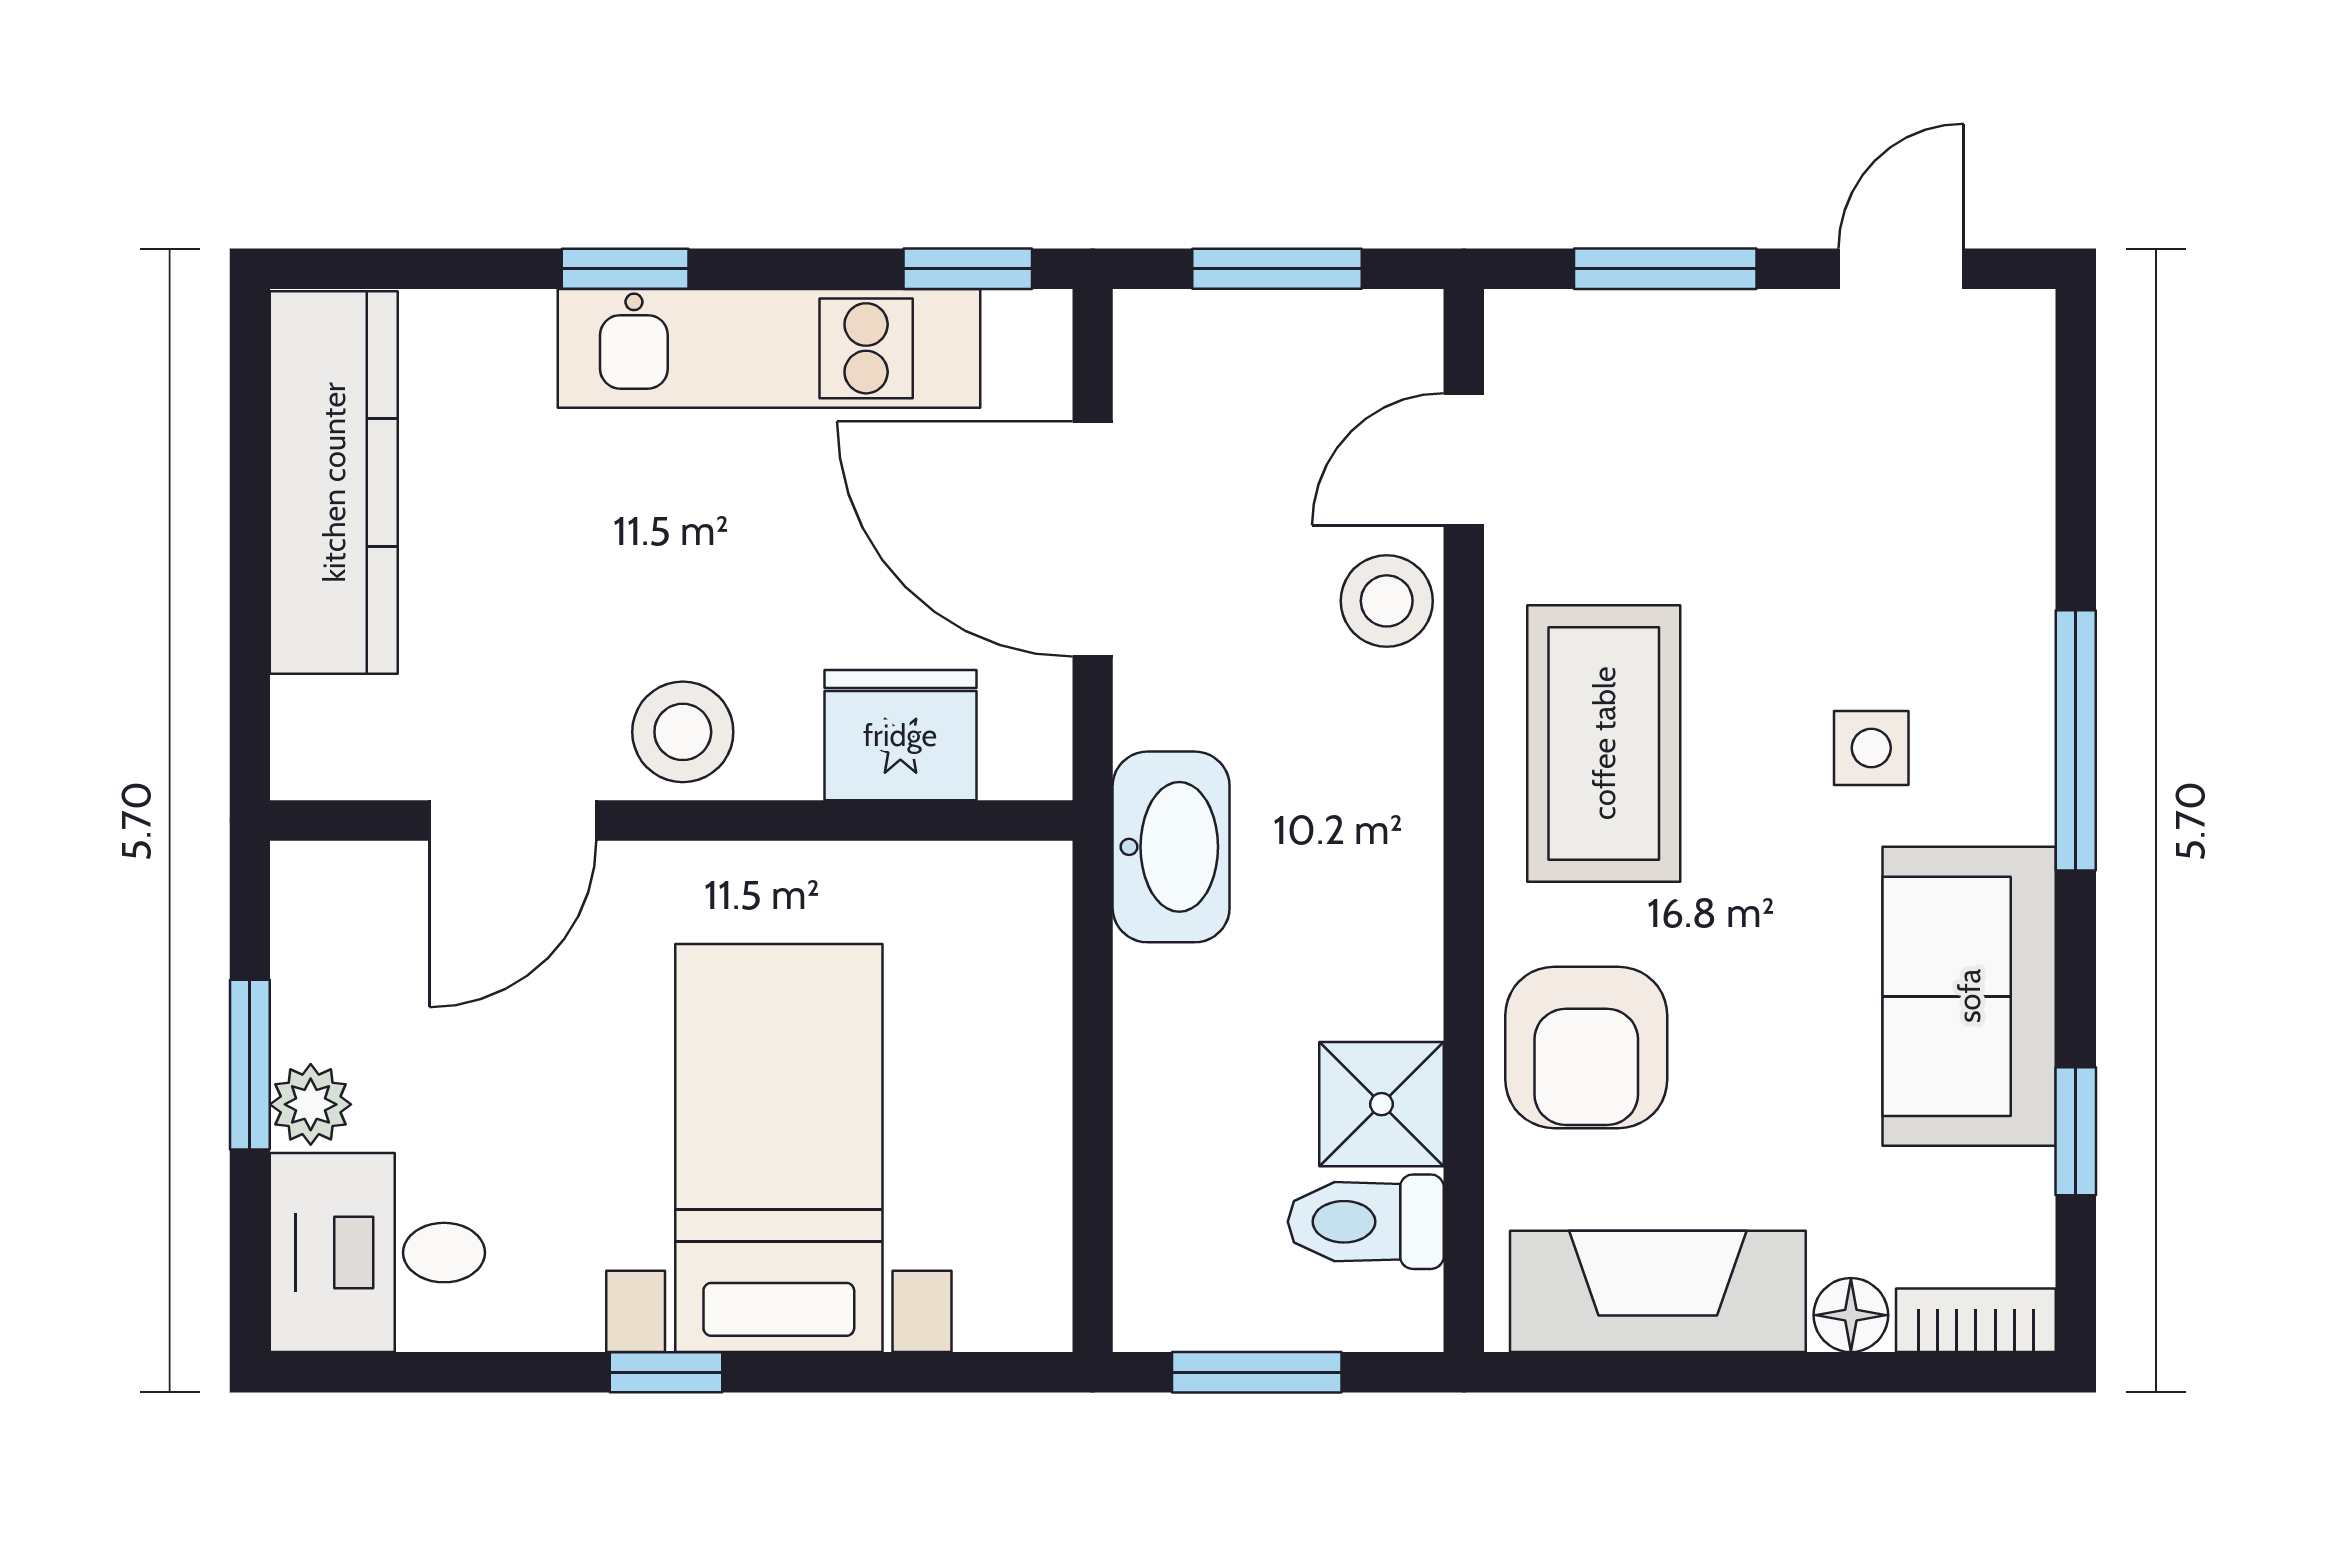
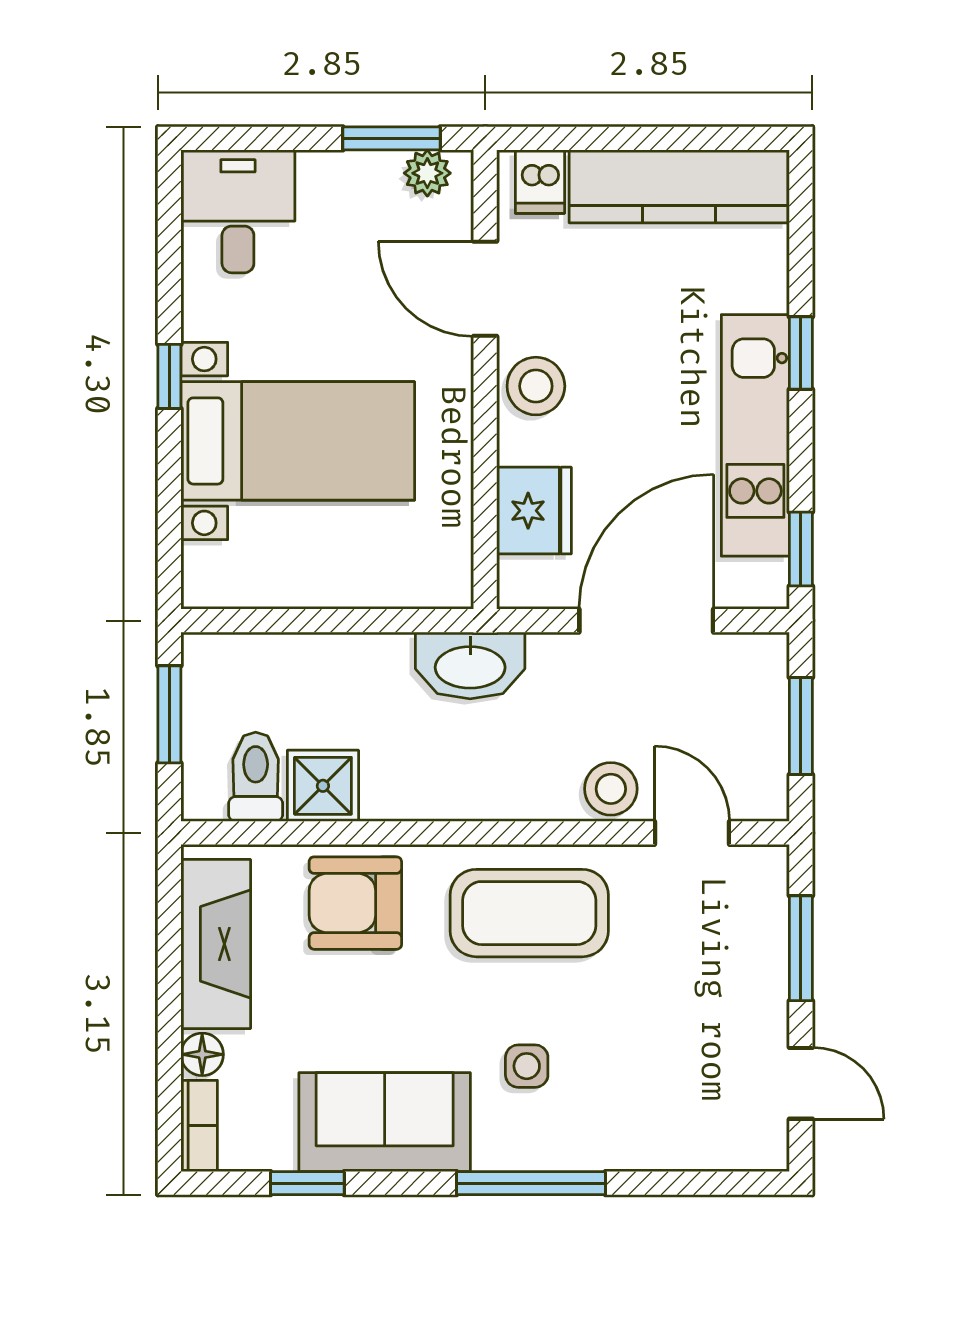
dishwasher: (325, 725) -> (540, 182), added
window: (250, 1065) -> (391, 138), moved
plant: (311, 1104) -> (427, 173), moved

